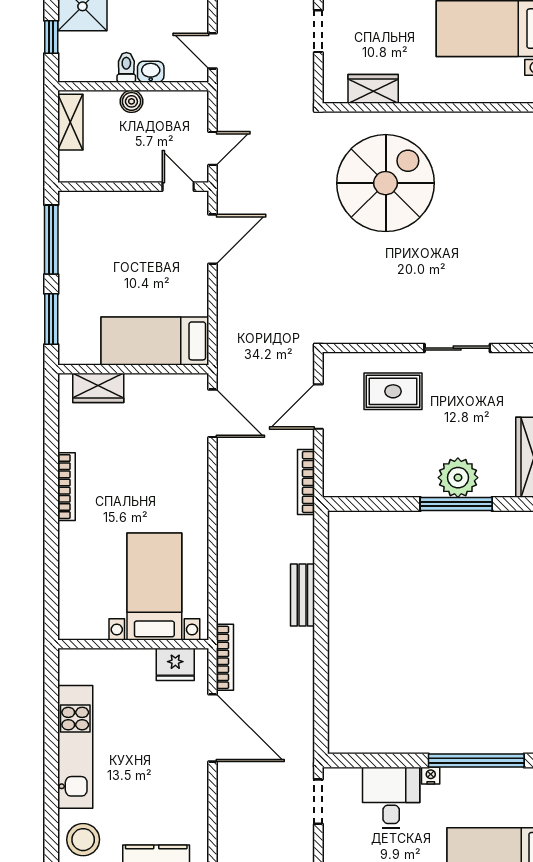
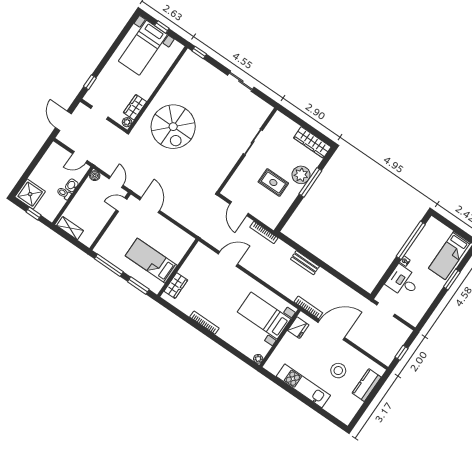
plant: (336, 93) -> (127, 122), added
boiler: (131, 101) -> (95, 176), moved
spiral stairs: (386, 183) -> (173, 127), turned 180
bed: (155, 341) -> (151, 261), moved, turned 90
rug: (393, 391) -> (273, 183), moved, turned 90
door: (213, 413) -> (228, 259), moved
plant: (68, 630) -> (258, 359), added
stool: (83, 840) -> (338, 371), moved

